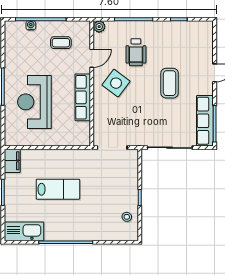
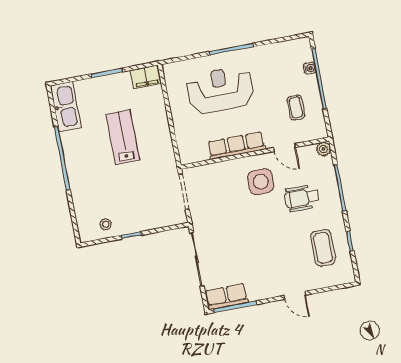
side table: (116, 83) -> (261, 182), turned -37
coffee table: (170, 83) -> (323, 248), moved, turned 90
row of seats: (205, 121) -> (227, 297), width x0.68
lab bench: (58, 189) -> (123, 137), turned 180

